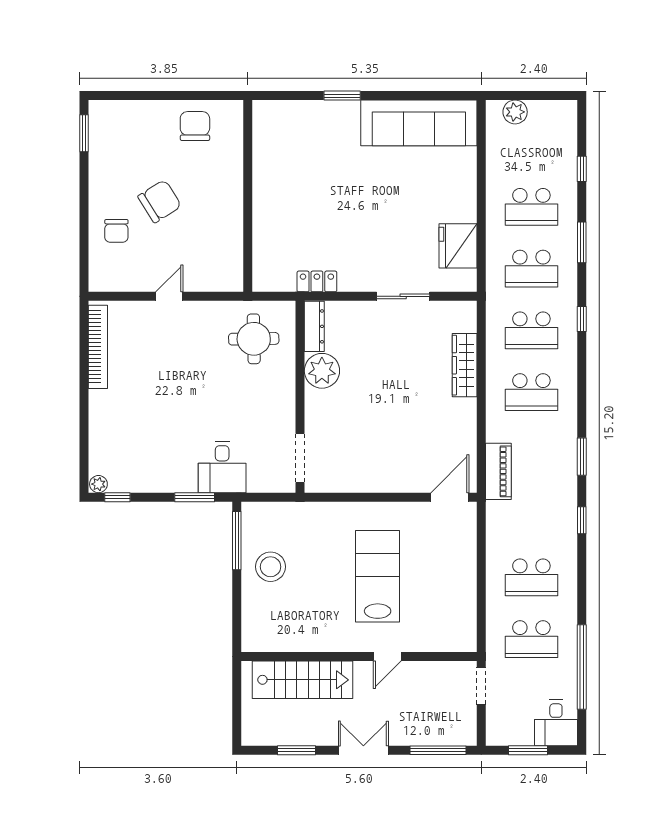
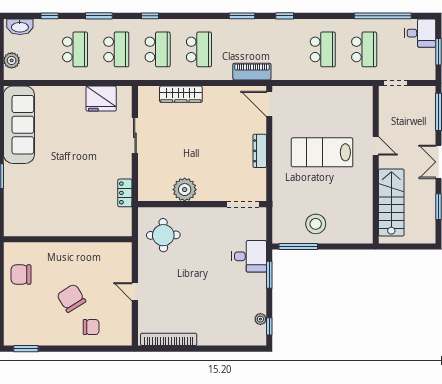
washbasin: (565, 124) -> (20, 27), added
dresser: (314, 326) -> (260, 151), moved, turned -90
plant: (98, 484) -> (260, 319), moved

